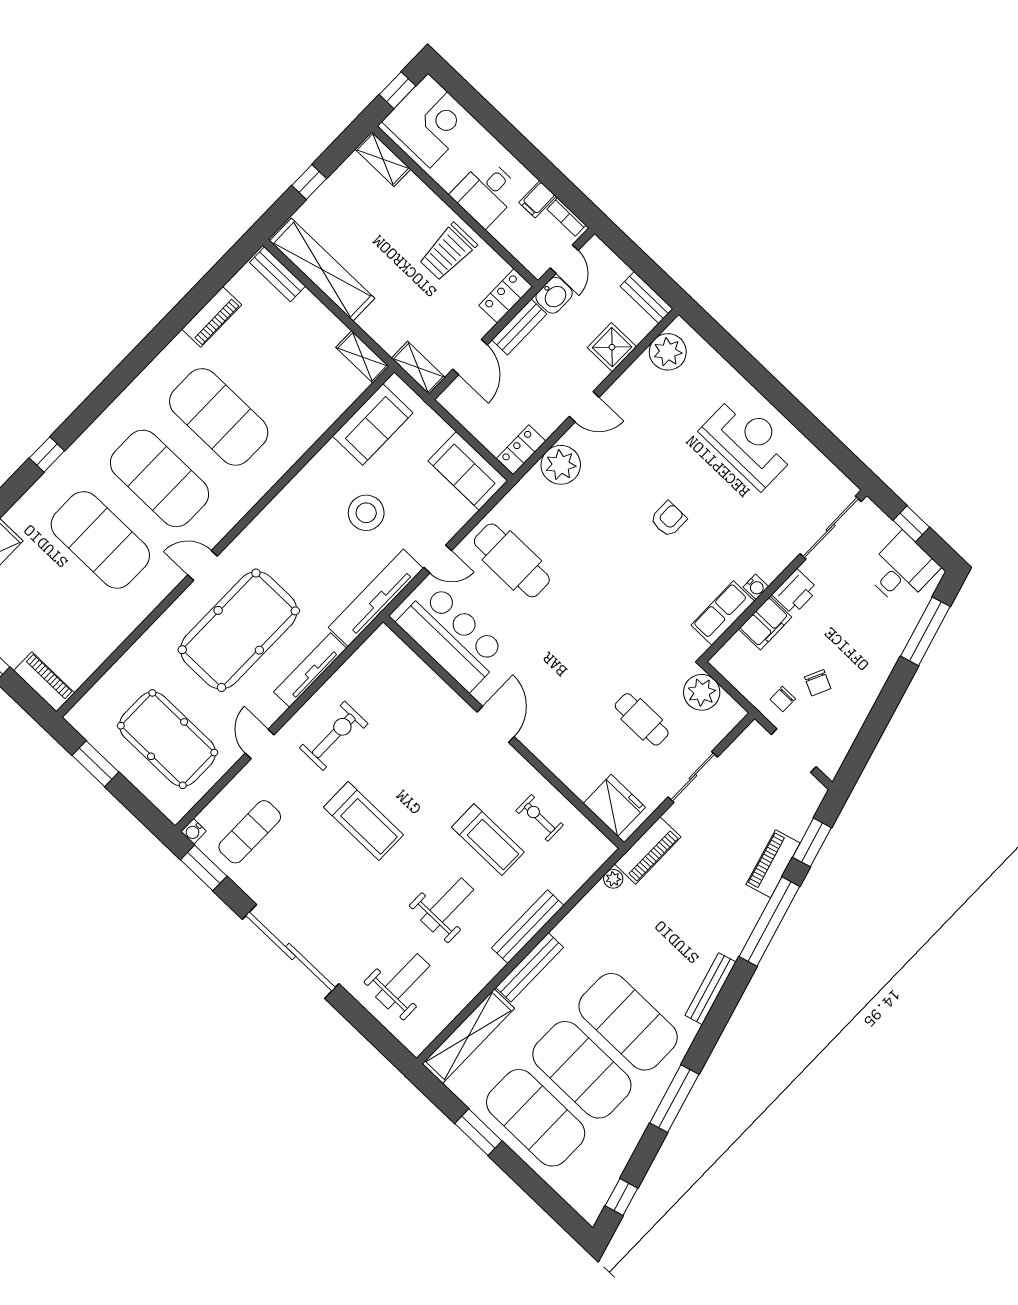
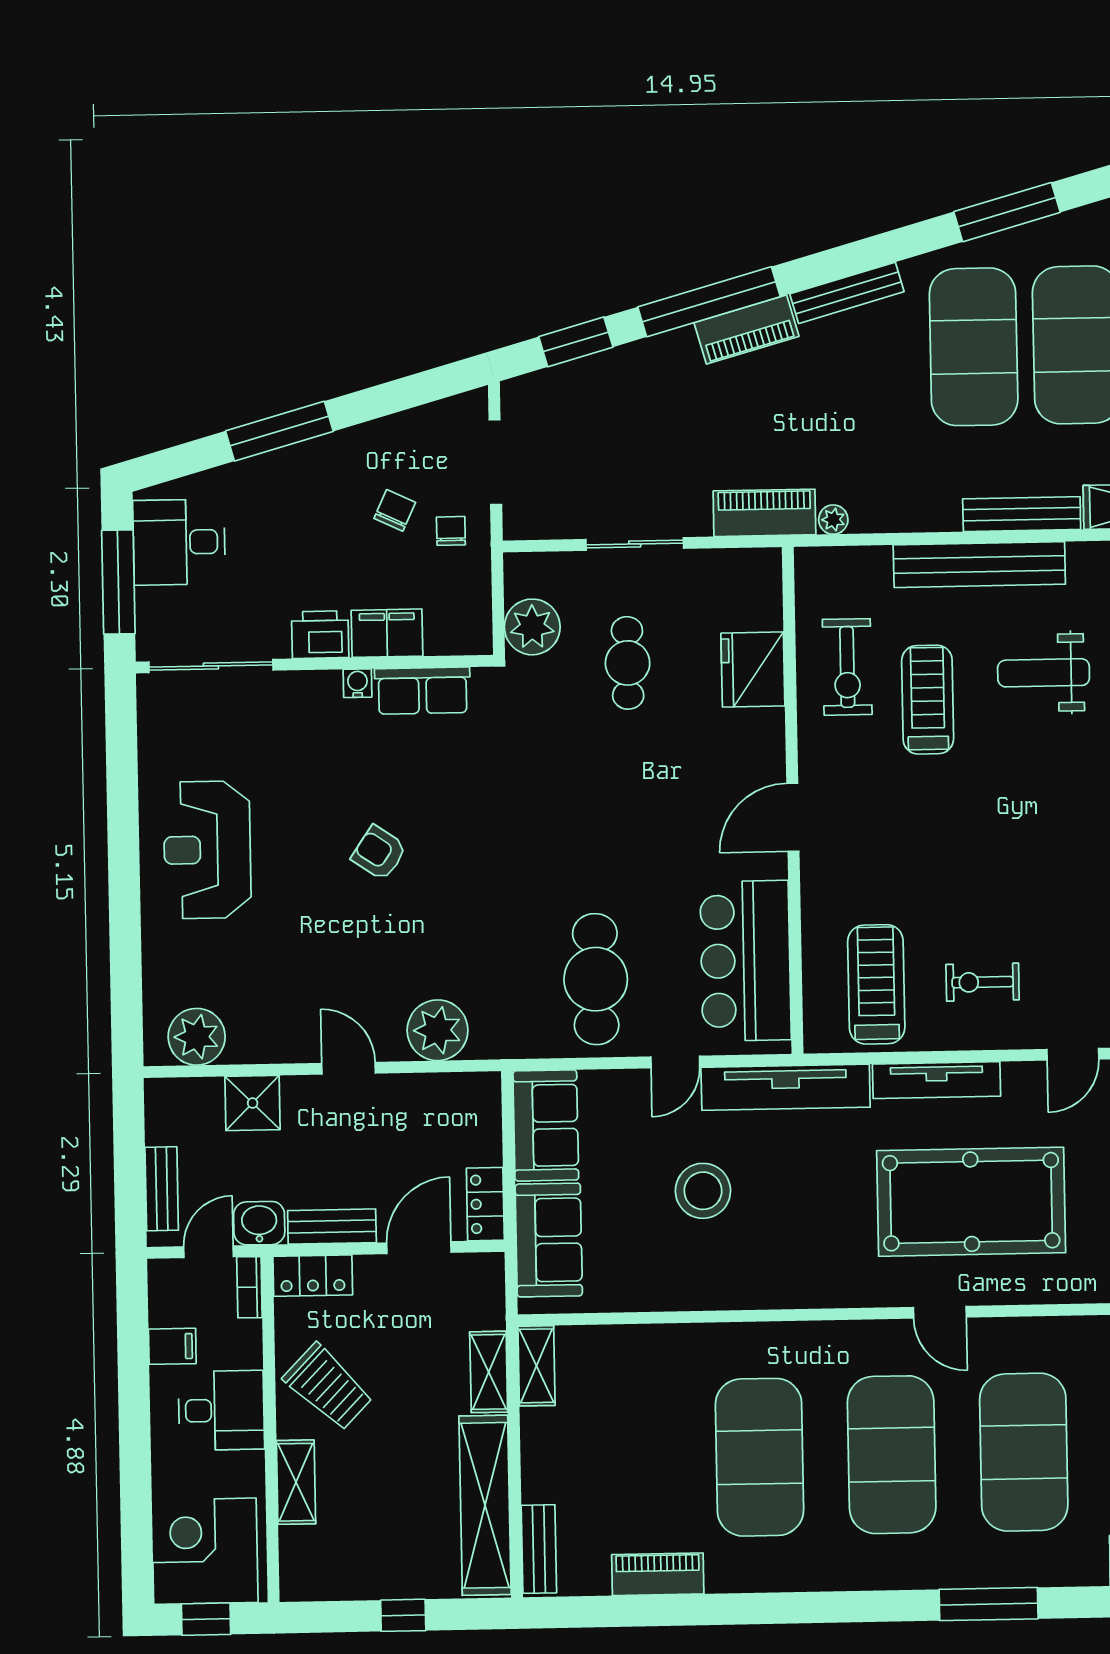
shelving: (383, 159) -> (296, 1482), moved
bookcase: (566, 217) -> (249, 1287), moved, turned 180
trolley: (448, 252) -> (328, 1387), turned 44
bench: (647, 298) -> (162, 1189), moved
shelving: (418, 368) -> (489, 1372), moved
sofa: (373, 424) -> (549, 1240), moved, turned 90
locker: (521, 450) -> (485, 1204), moved, turned 90
window: (47, 454) -> (989, 1604), width x2.17
armchair: (668, 519) -> (379, 853), turned 34
window: (911, 524) -> (118, 582), width x2.17
door: (438, 559) -> (675, 1062), swing flipped
window: (925, 631) -> (279, 431), moved
chair: (783, 699) -> (451, 531), turned -90
exercise bike: (334, 736) -> (983, 982), width x0.73, depth x0.72
fridge: (614, 805) -> (753, 669), moved
exercise bike: (540, 818) -> (847, 667), width x1.38, depth x1.39
treadmill: (363, 821) -> (876, 984), moved
piano: (773, 864) -> (747, 330), moved
bench: (528, 927) -> (979, 565), width x1.37, depth x1.21

